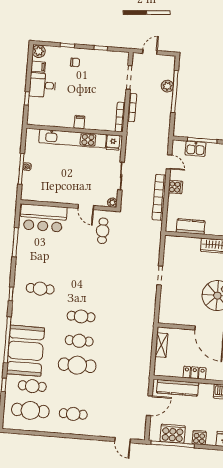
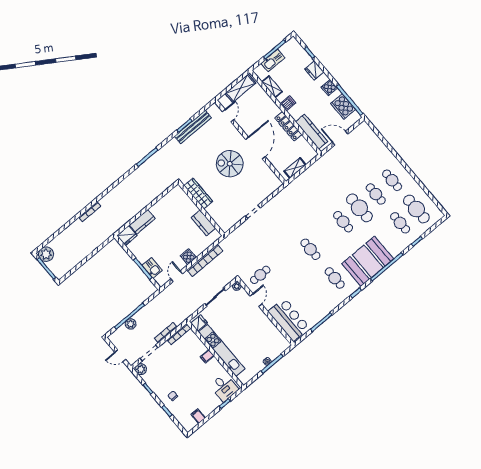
plant: (39, 51) -> (141, 369), moved
desk: (42, 85) -> (224, 388), moved
cafe table: (81, 316) -> (310, 249), moved
booth: (25, 351) -> (368, 261), moved
locker: (194, 373) -> (288, 126), width x1.53
cafe table: (75, 390) -> (376, 194), added
door: (123, 440) -> (378, 133), removed

